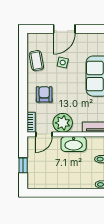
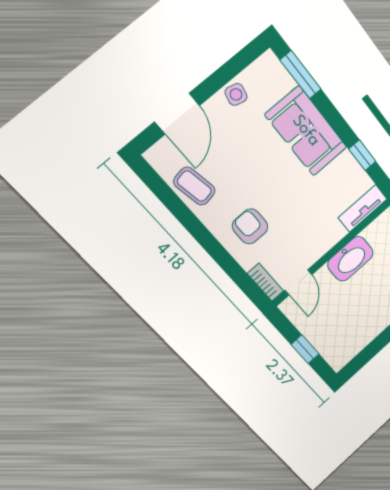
door: (64, 29) -> (177, 114), moved
side table: (63, 63) -> (236, 94), moved
plant: (63, 123) -> (311, 243), removed

